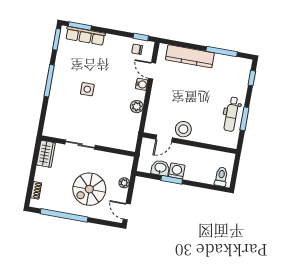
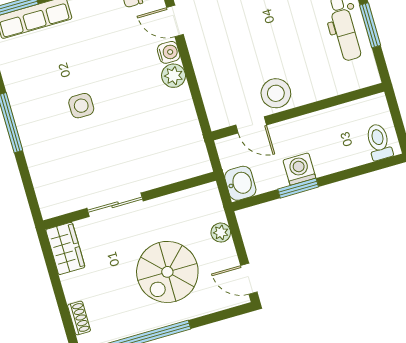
plant: (137, 107) -> (174, 76), moved
door: (164, 139) -> (251, 125), hinge flipped
washbasin: (160, 168) -> (240, 183), moved, turned 90

